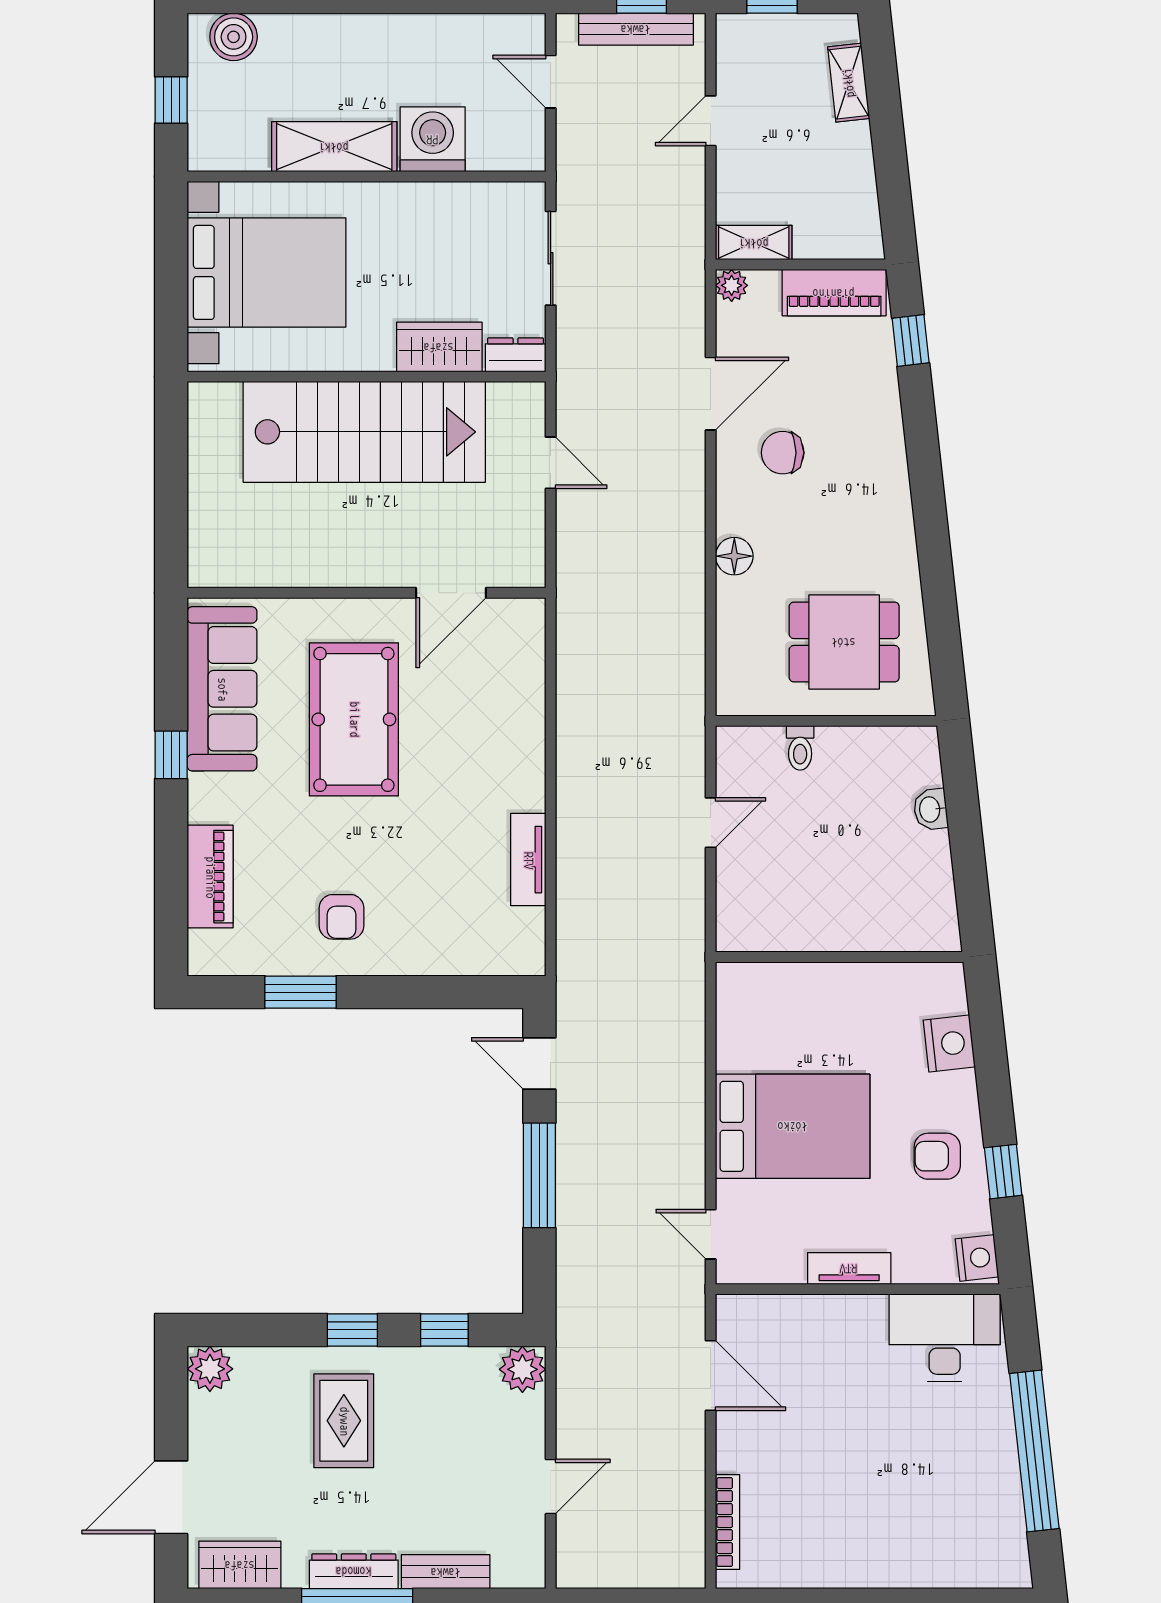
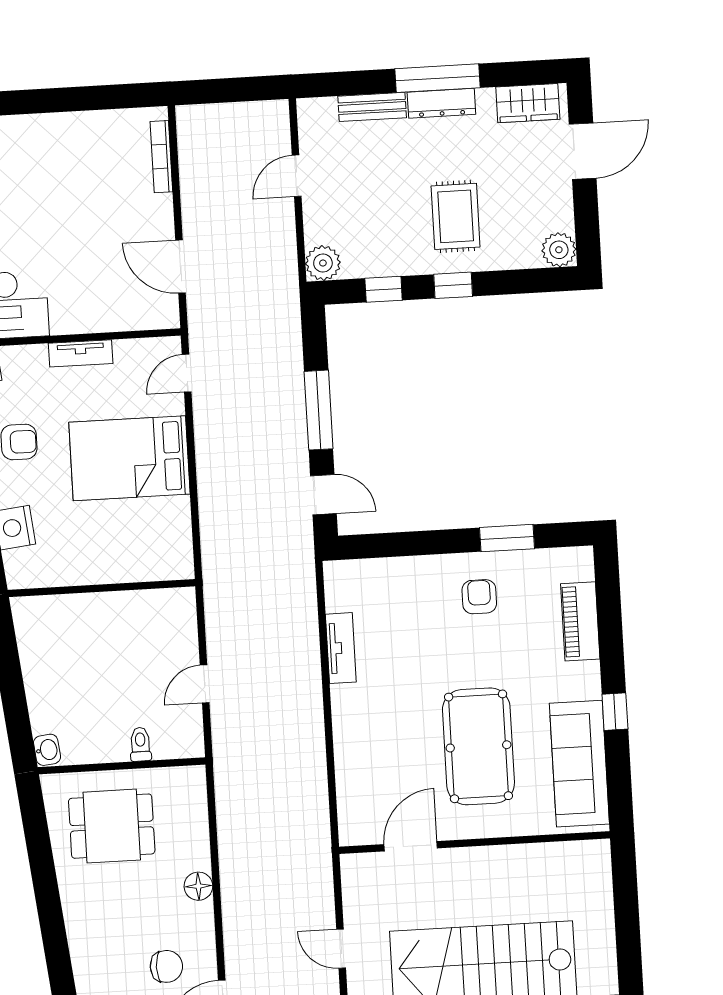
washbasin: (931, 809) -> (47, 750), moved
door: (711, 1234) -> (187, 373), swing flipped

